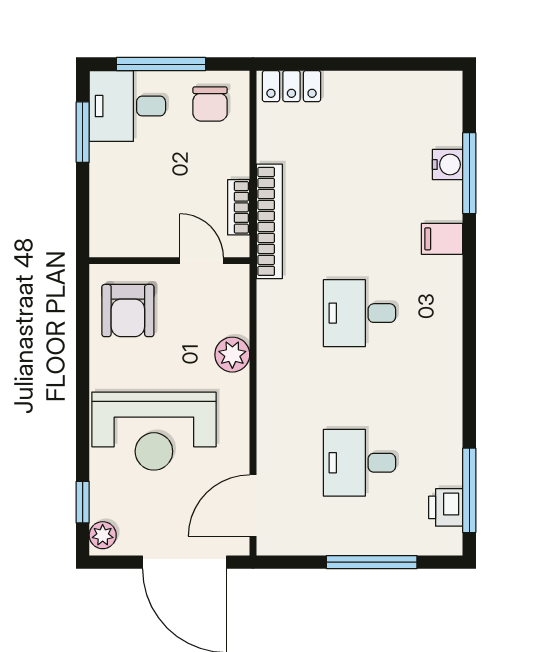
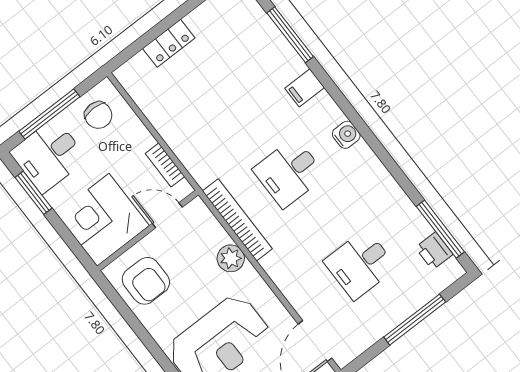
locker: (291, 86) -> (169, 43), moved
water cooler: (448, 165) -> (346, 135), moved
corner desk: (132, 214) -> (103, 220), added
bookcase: (269, 221) -> (237, 220), moved

